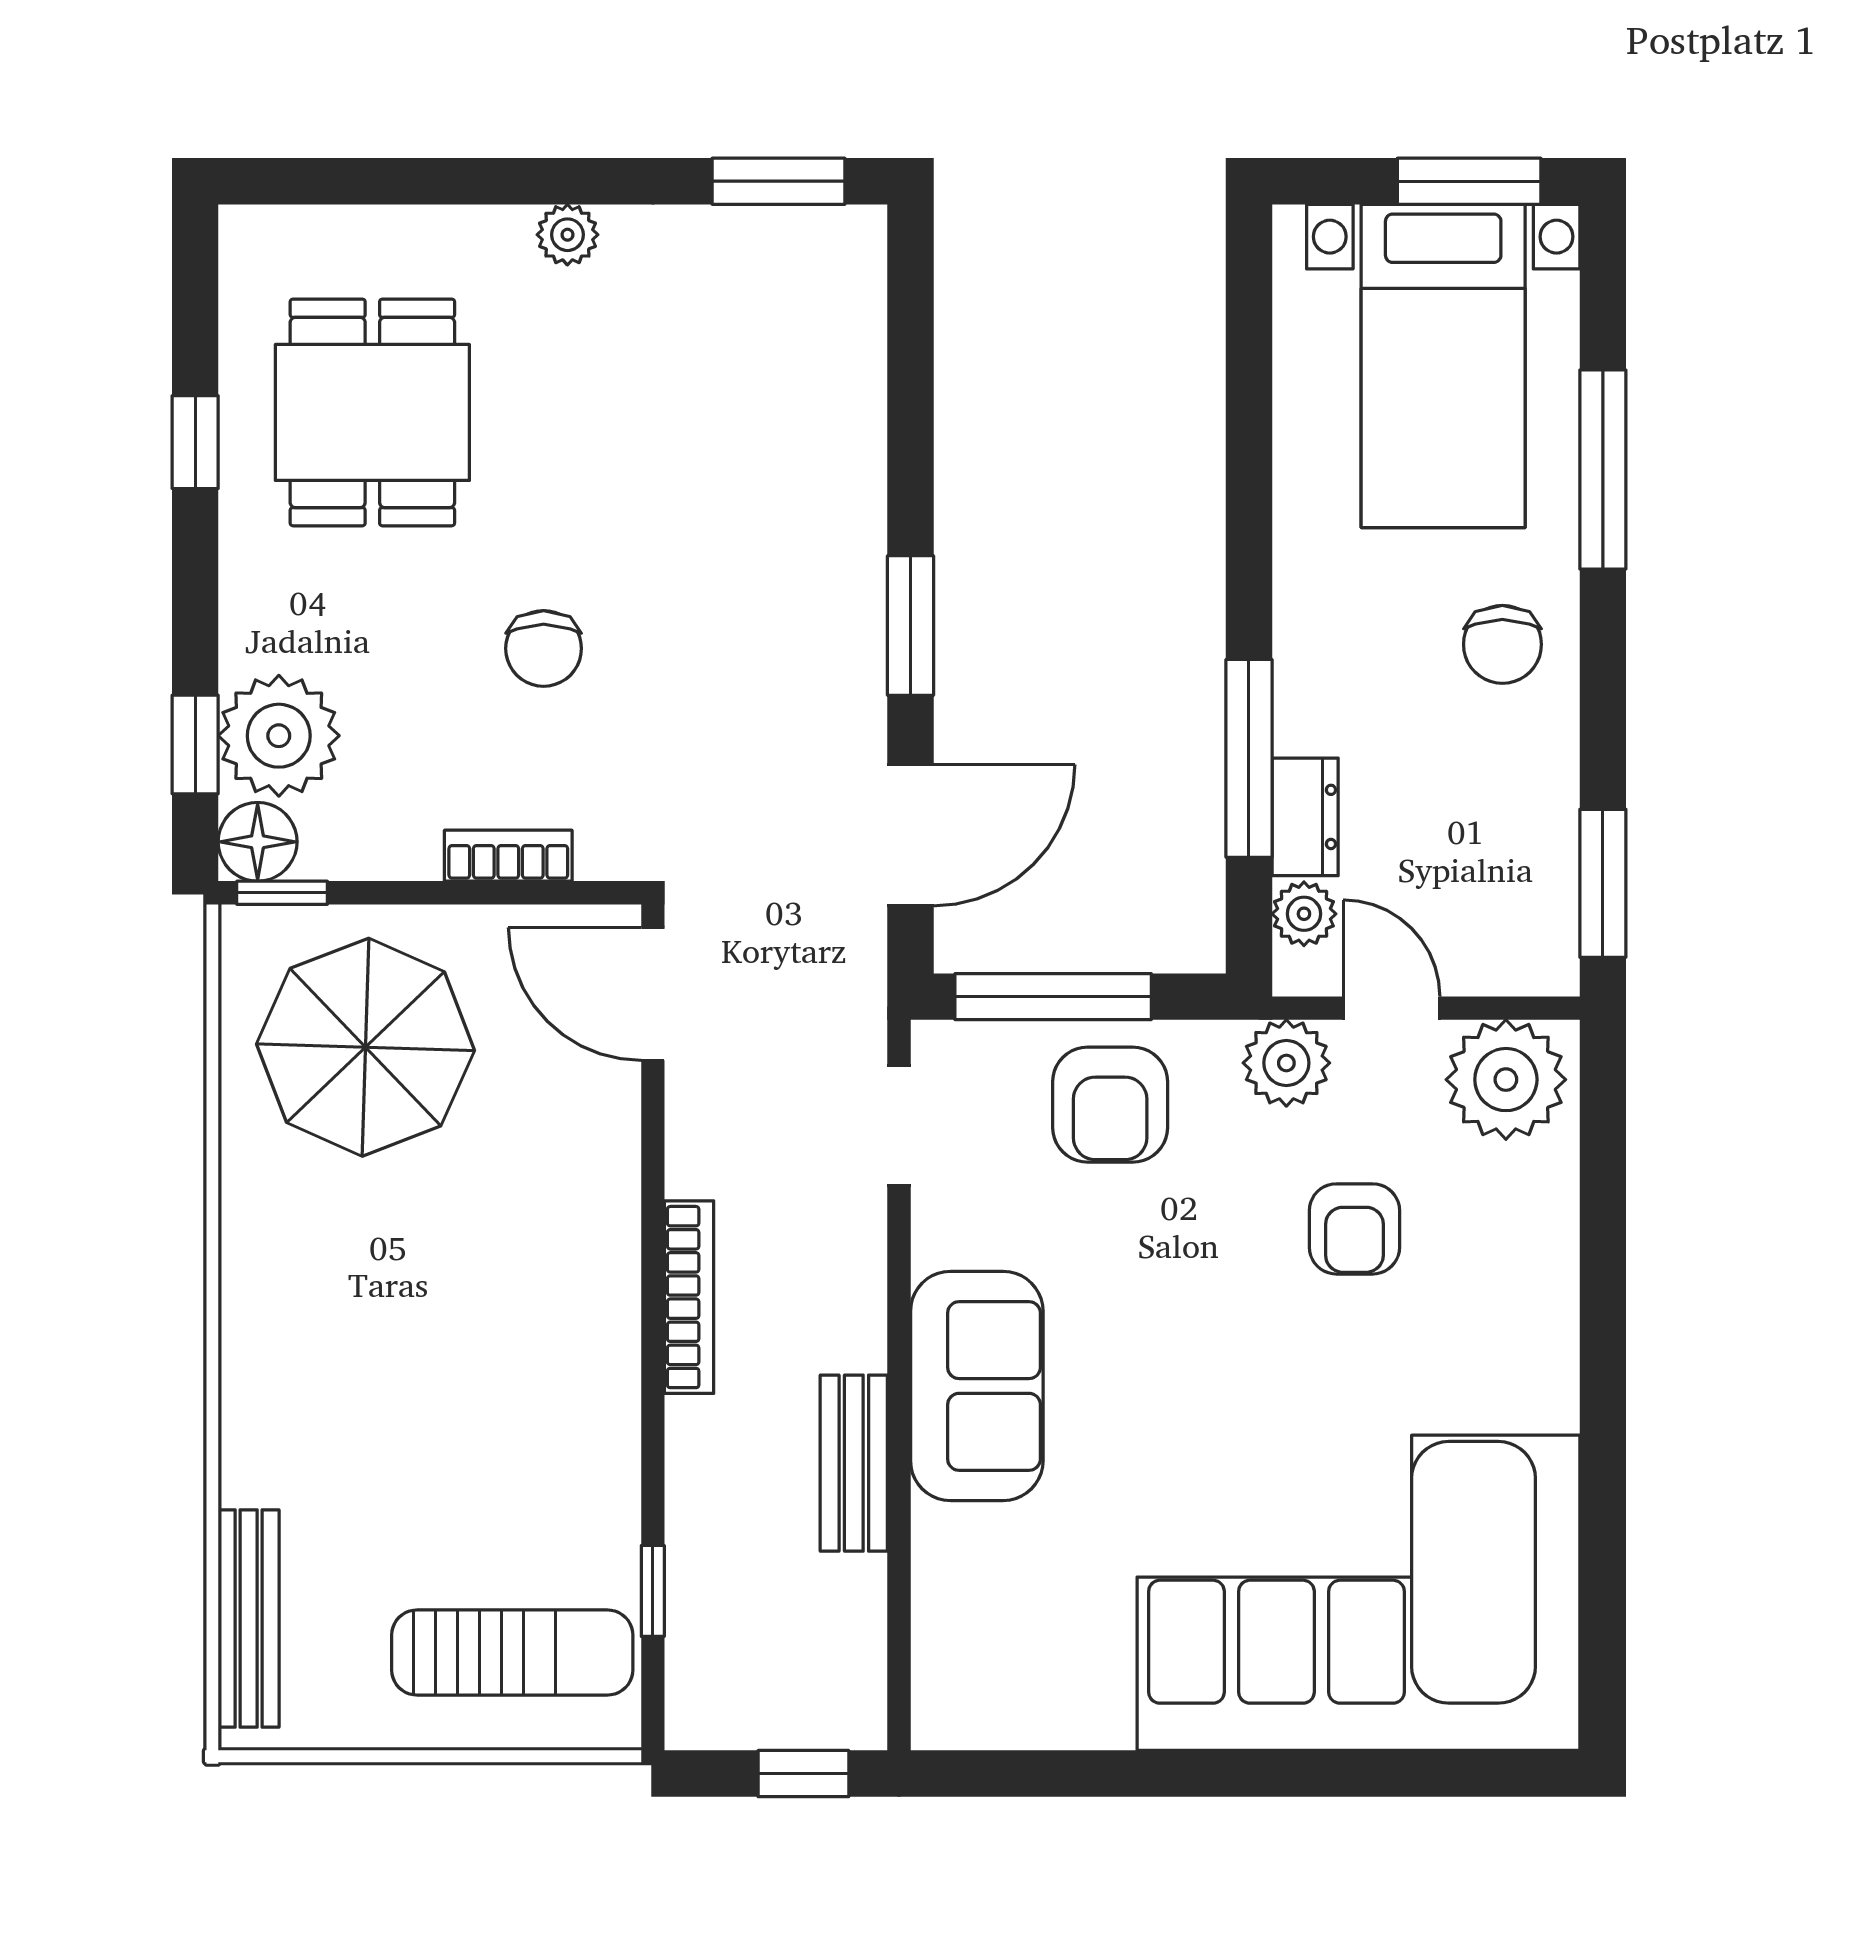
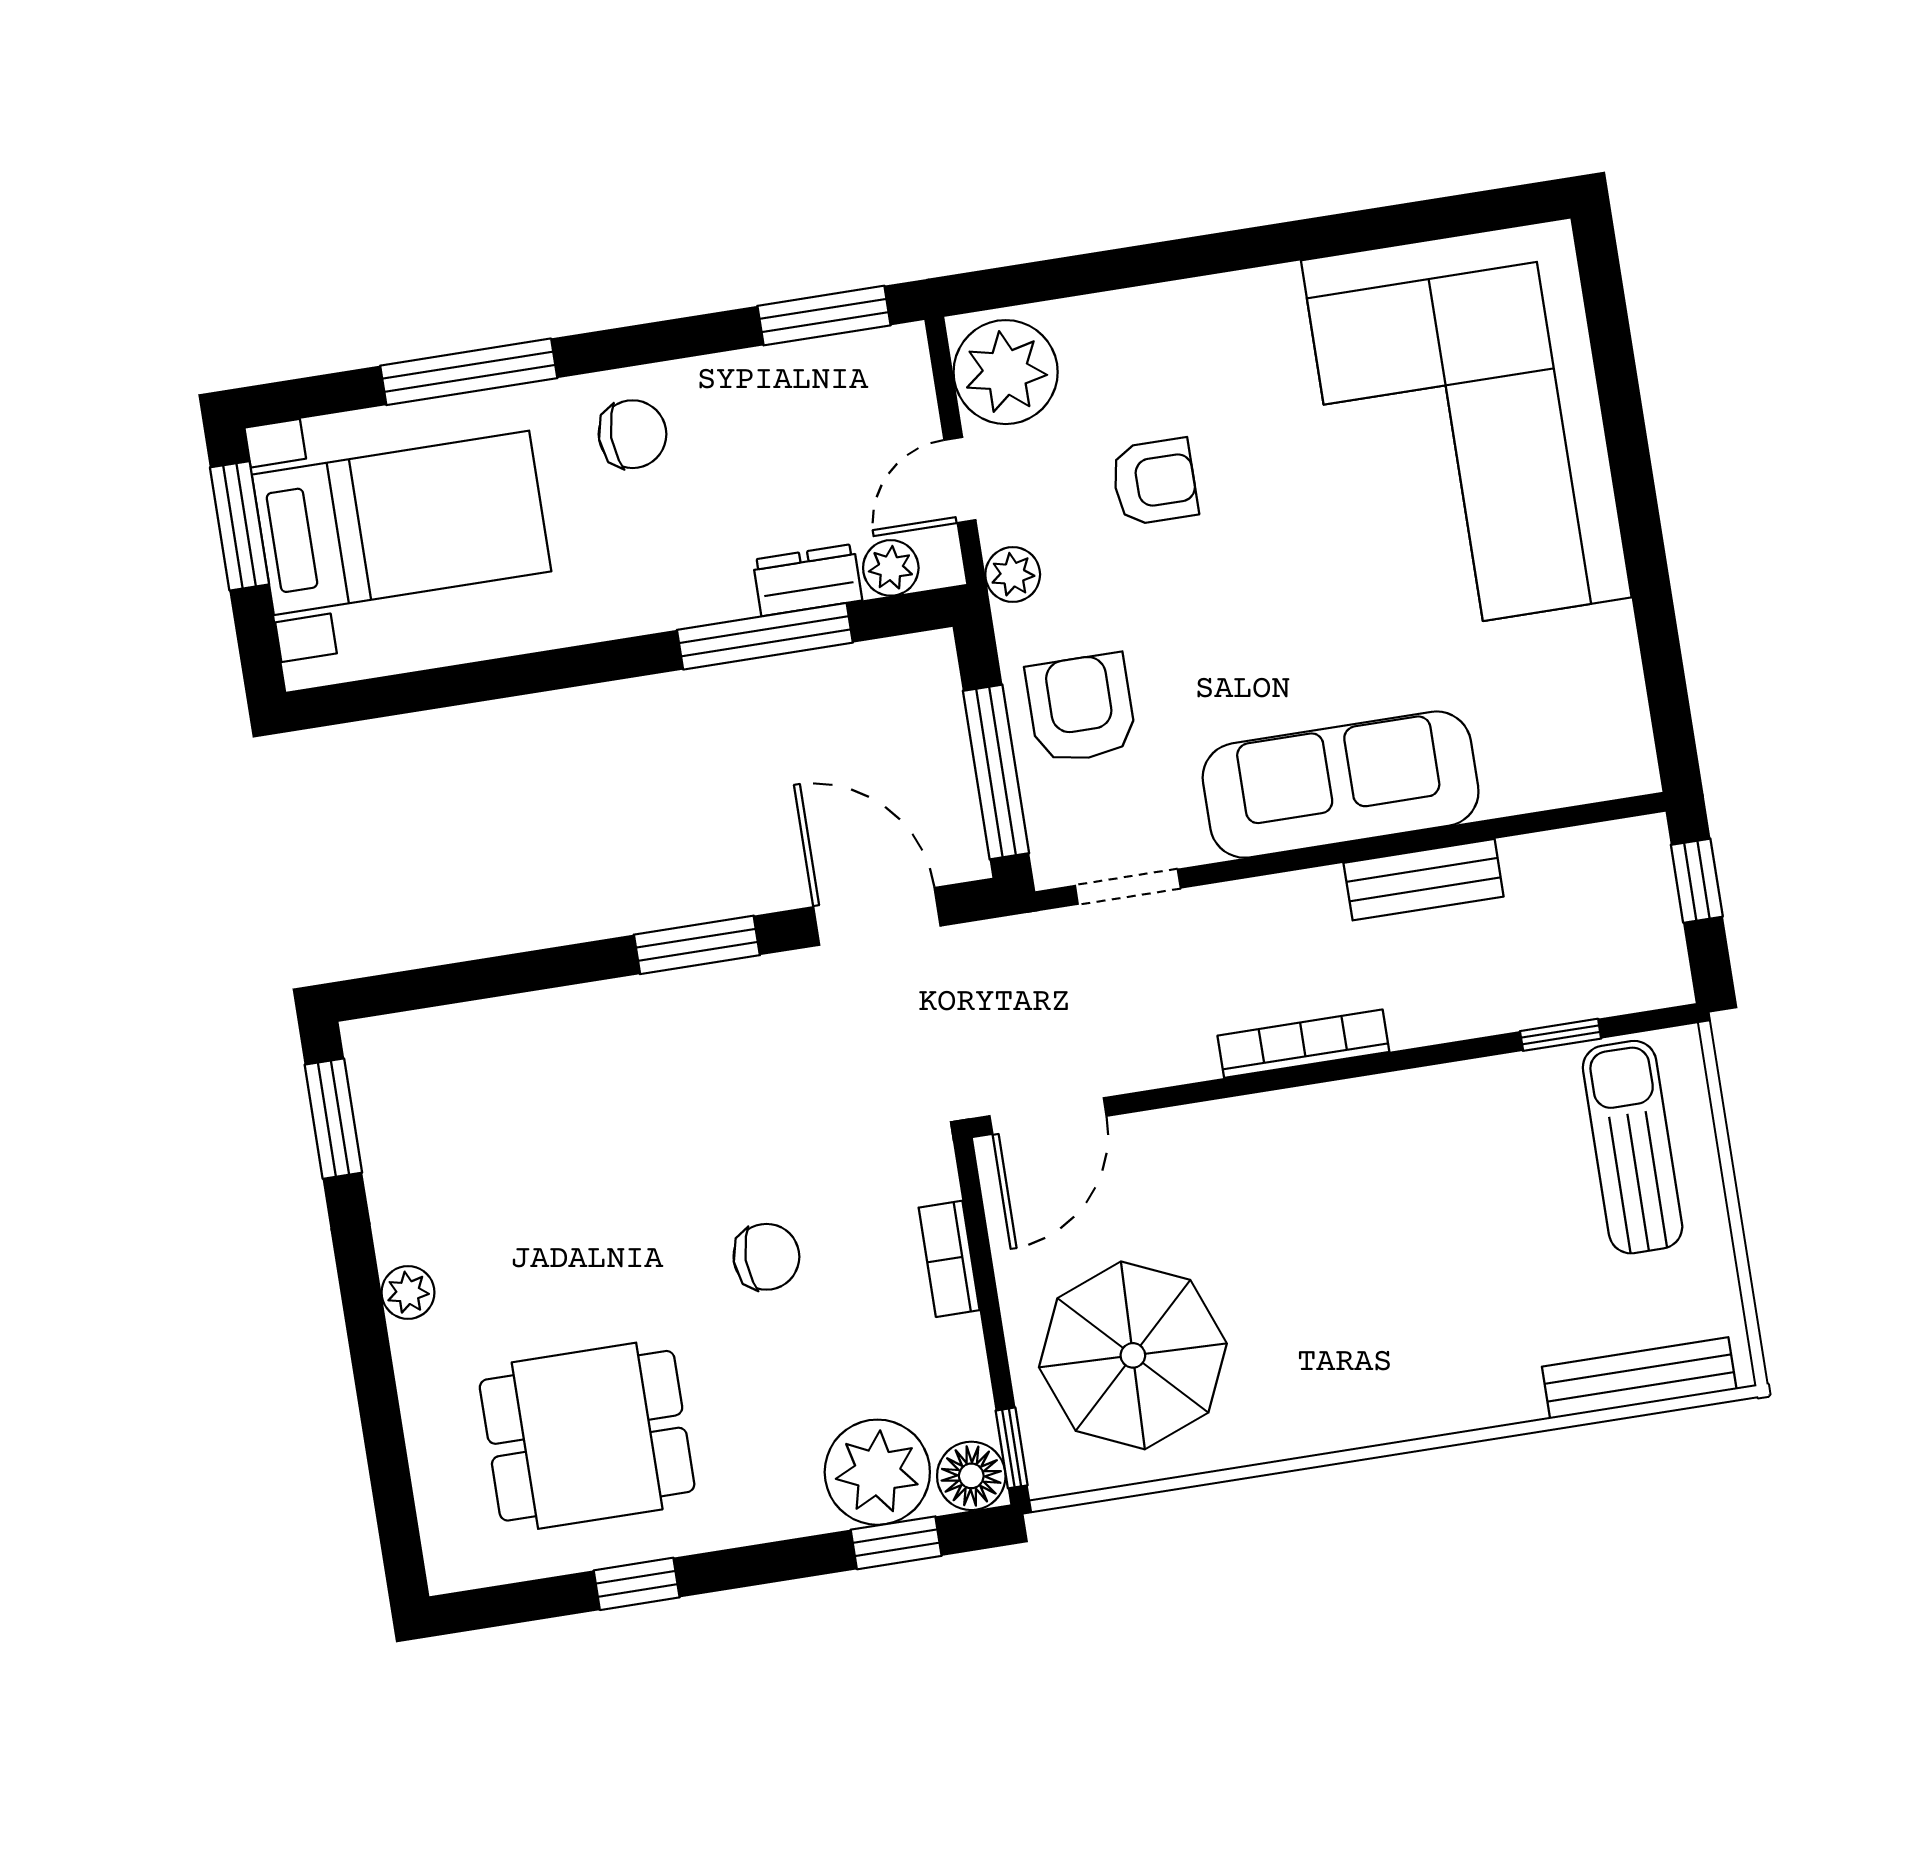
plant: (1286, 1063) -> (1013, 574), width x0.73, depth x0.73
armchair: (1110, 1105) -> (1081, 708), turned -90
sofa: (977, 1386) -> (1341, 785), width x1.36

